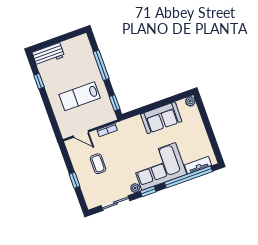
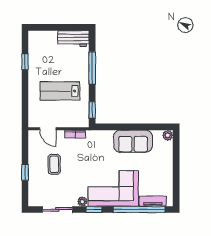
workbench: (48, 55) -> (74, 39), moved

